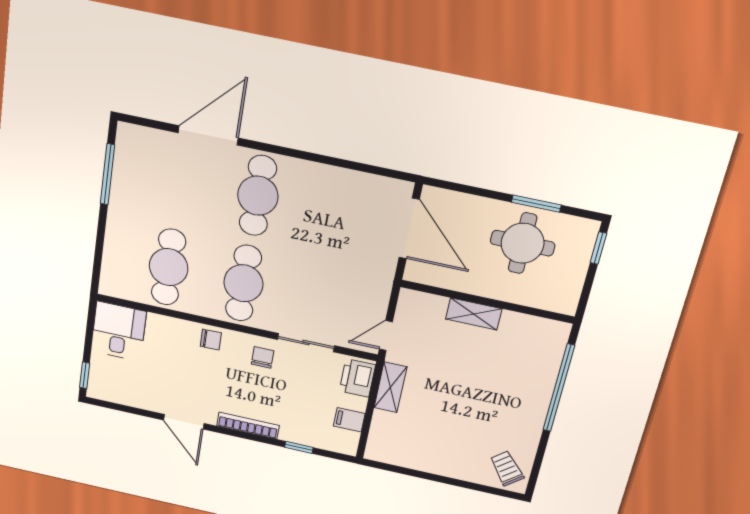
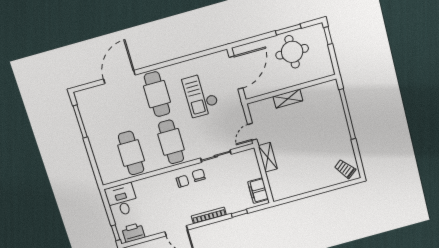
door: (409, 229) -> (236, 73), hinge flipped
checkout: (331, 234) -> (201, 95), added
chair: (211, 340) -> (183, 181), moved
printer: (357, 378) -> (133, 233), moved, turned 90
filing cabinet: (349, 420) -> (258, 191), width x2.00

